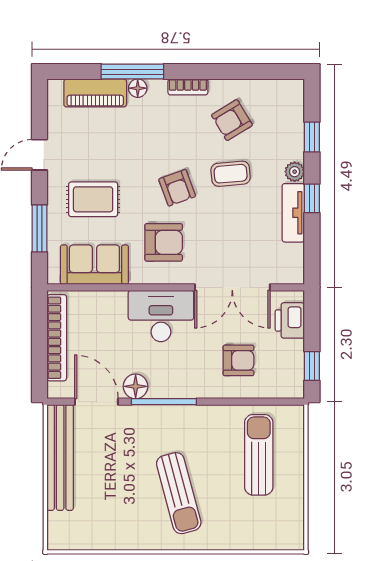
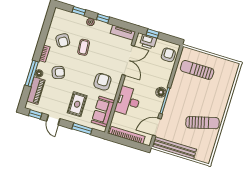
window: (39, 109) -> (35, 114), added
armchair: (177, 188) -> (58, 72), moved
tv unit: (293, 213) -> (123, 32), moved
desk: (161, 316) -> (128, 101), moved
armchair: (238, 360) -> (168, 55), moved
window: (312, 366) -> (153, 34), moved
floor lamp: (136, 386) -> (161, 92), moved
sun lounger: (179, 493) -> (202, 123), moved

